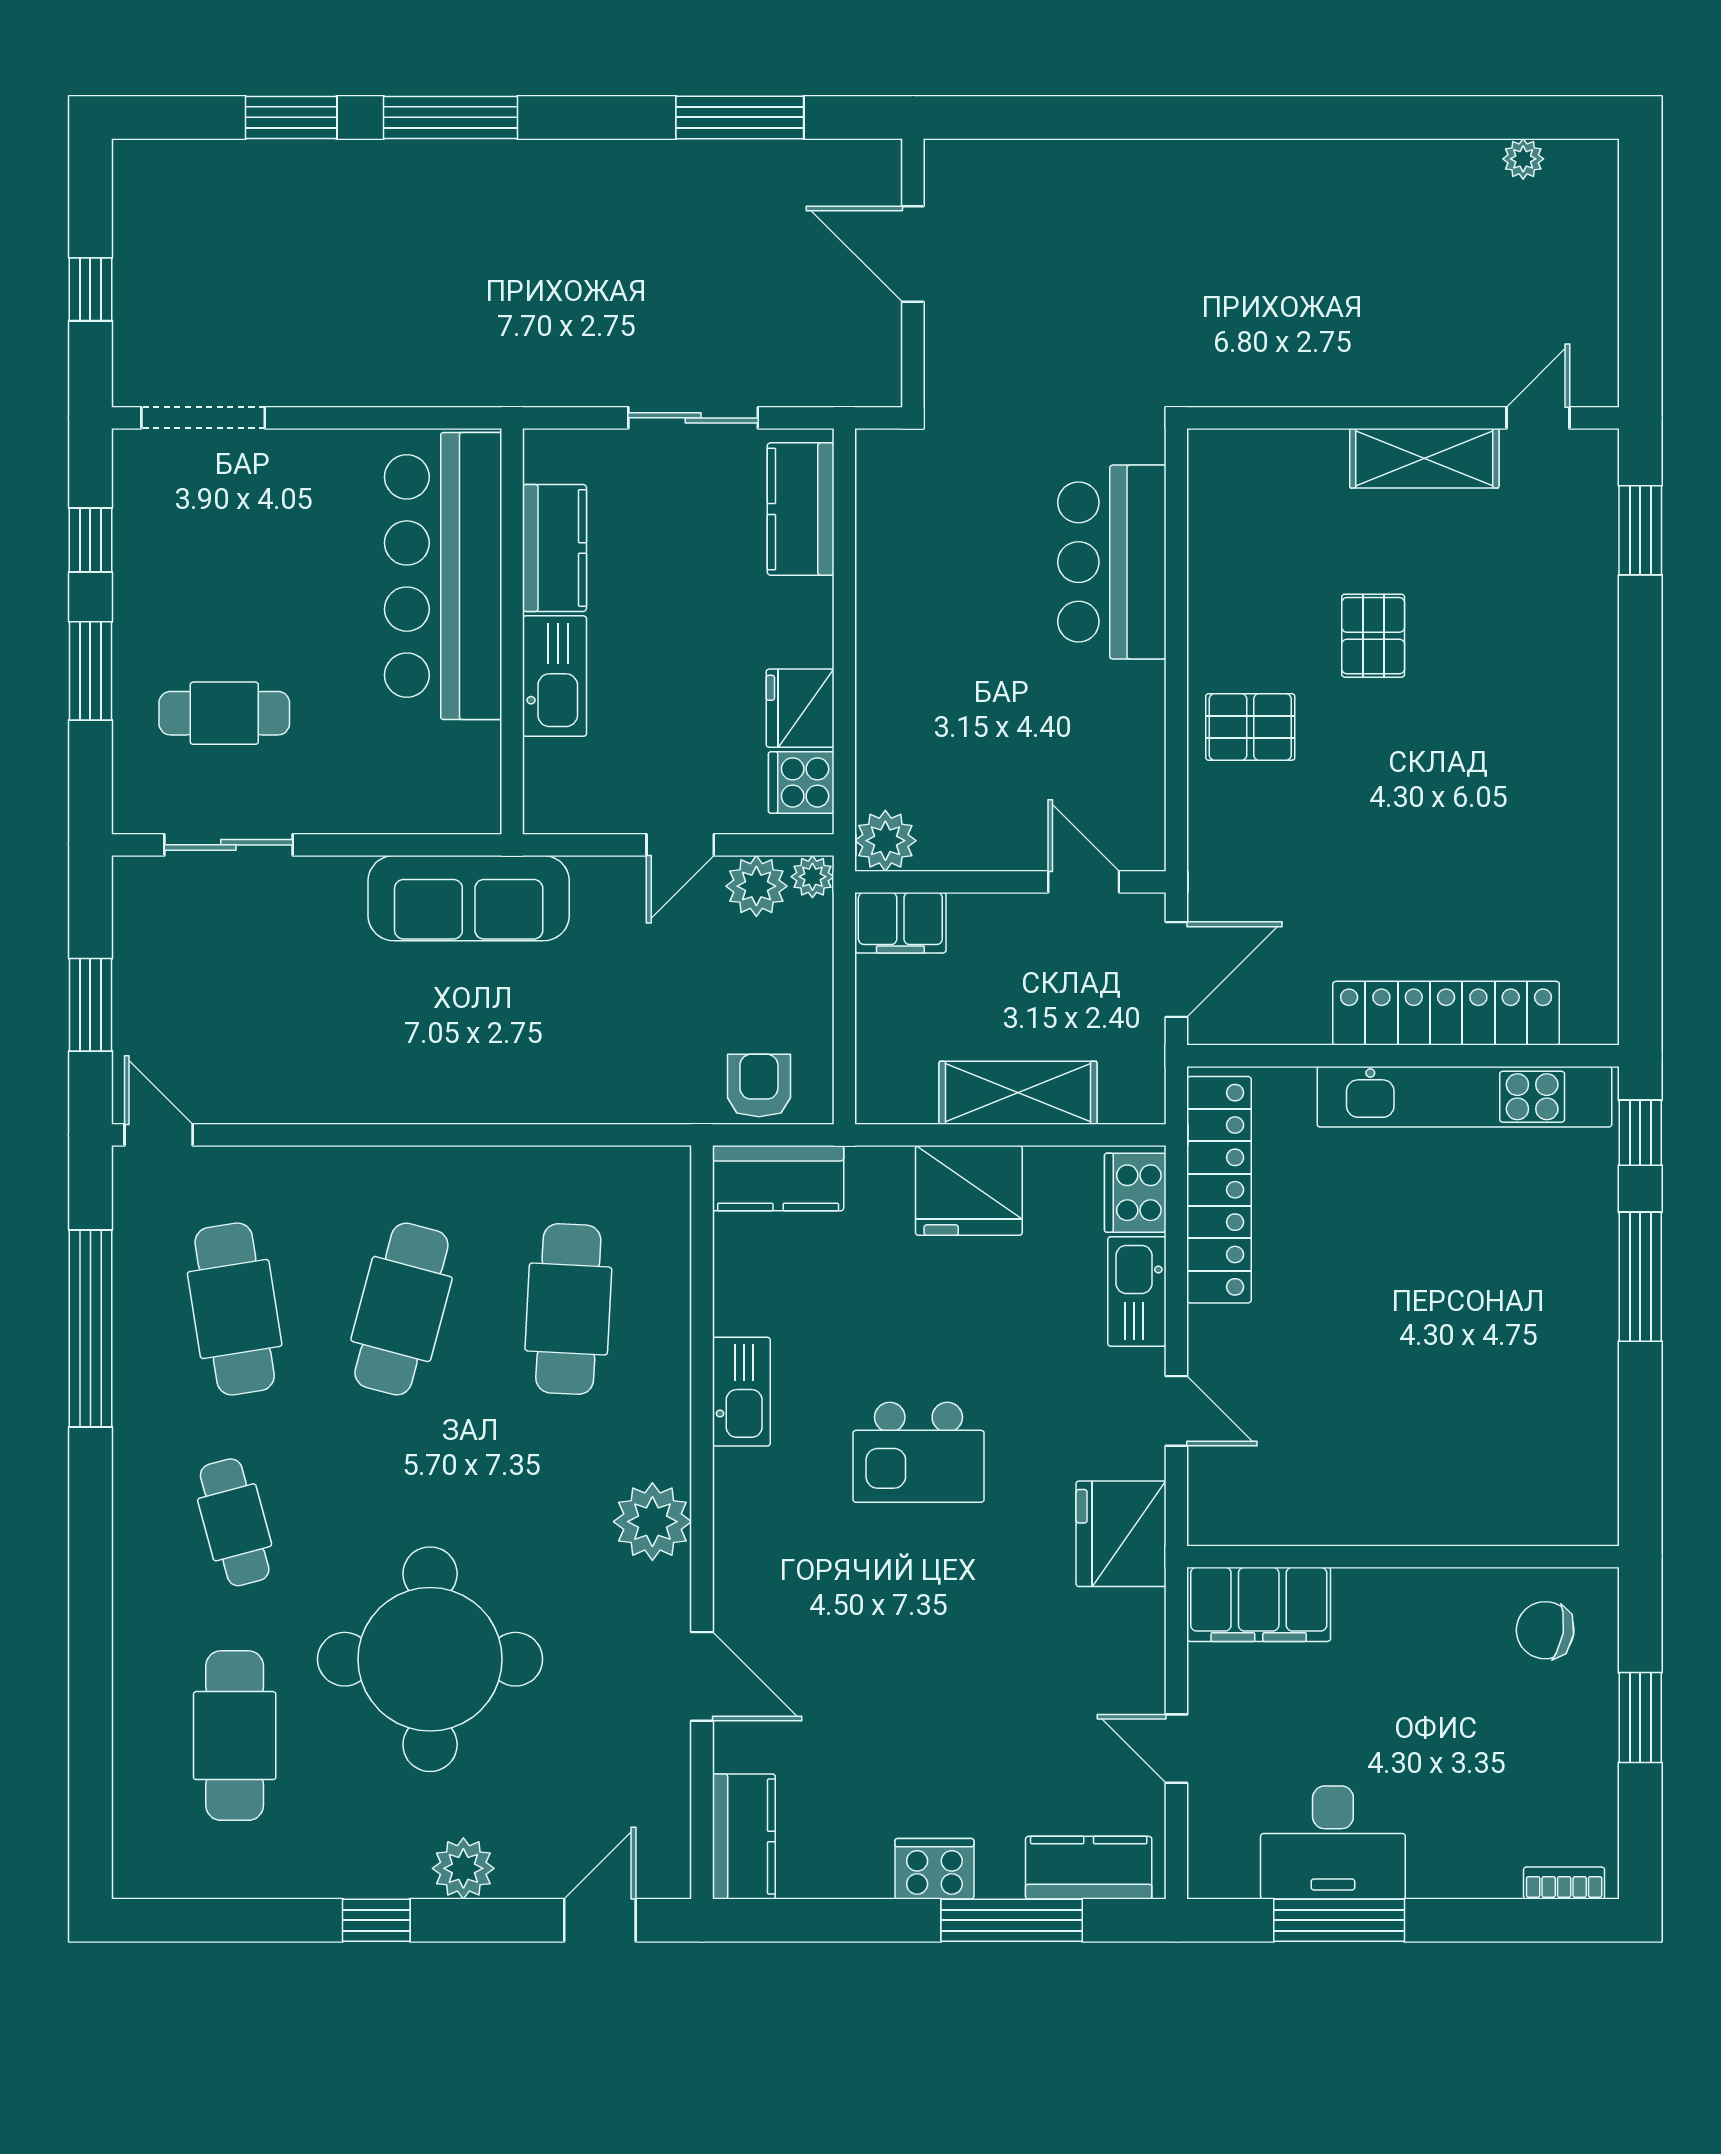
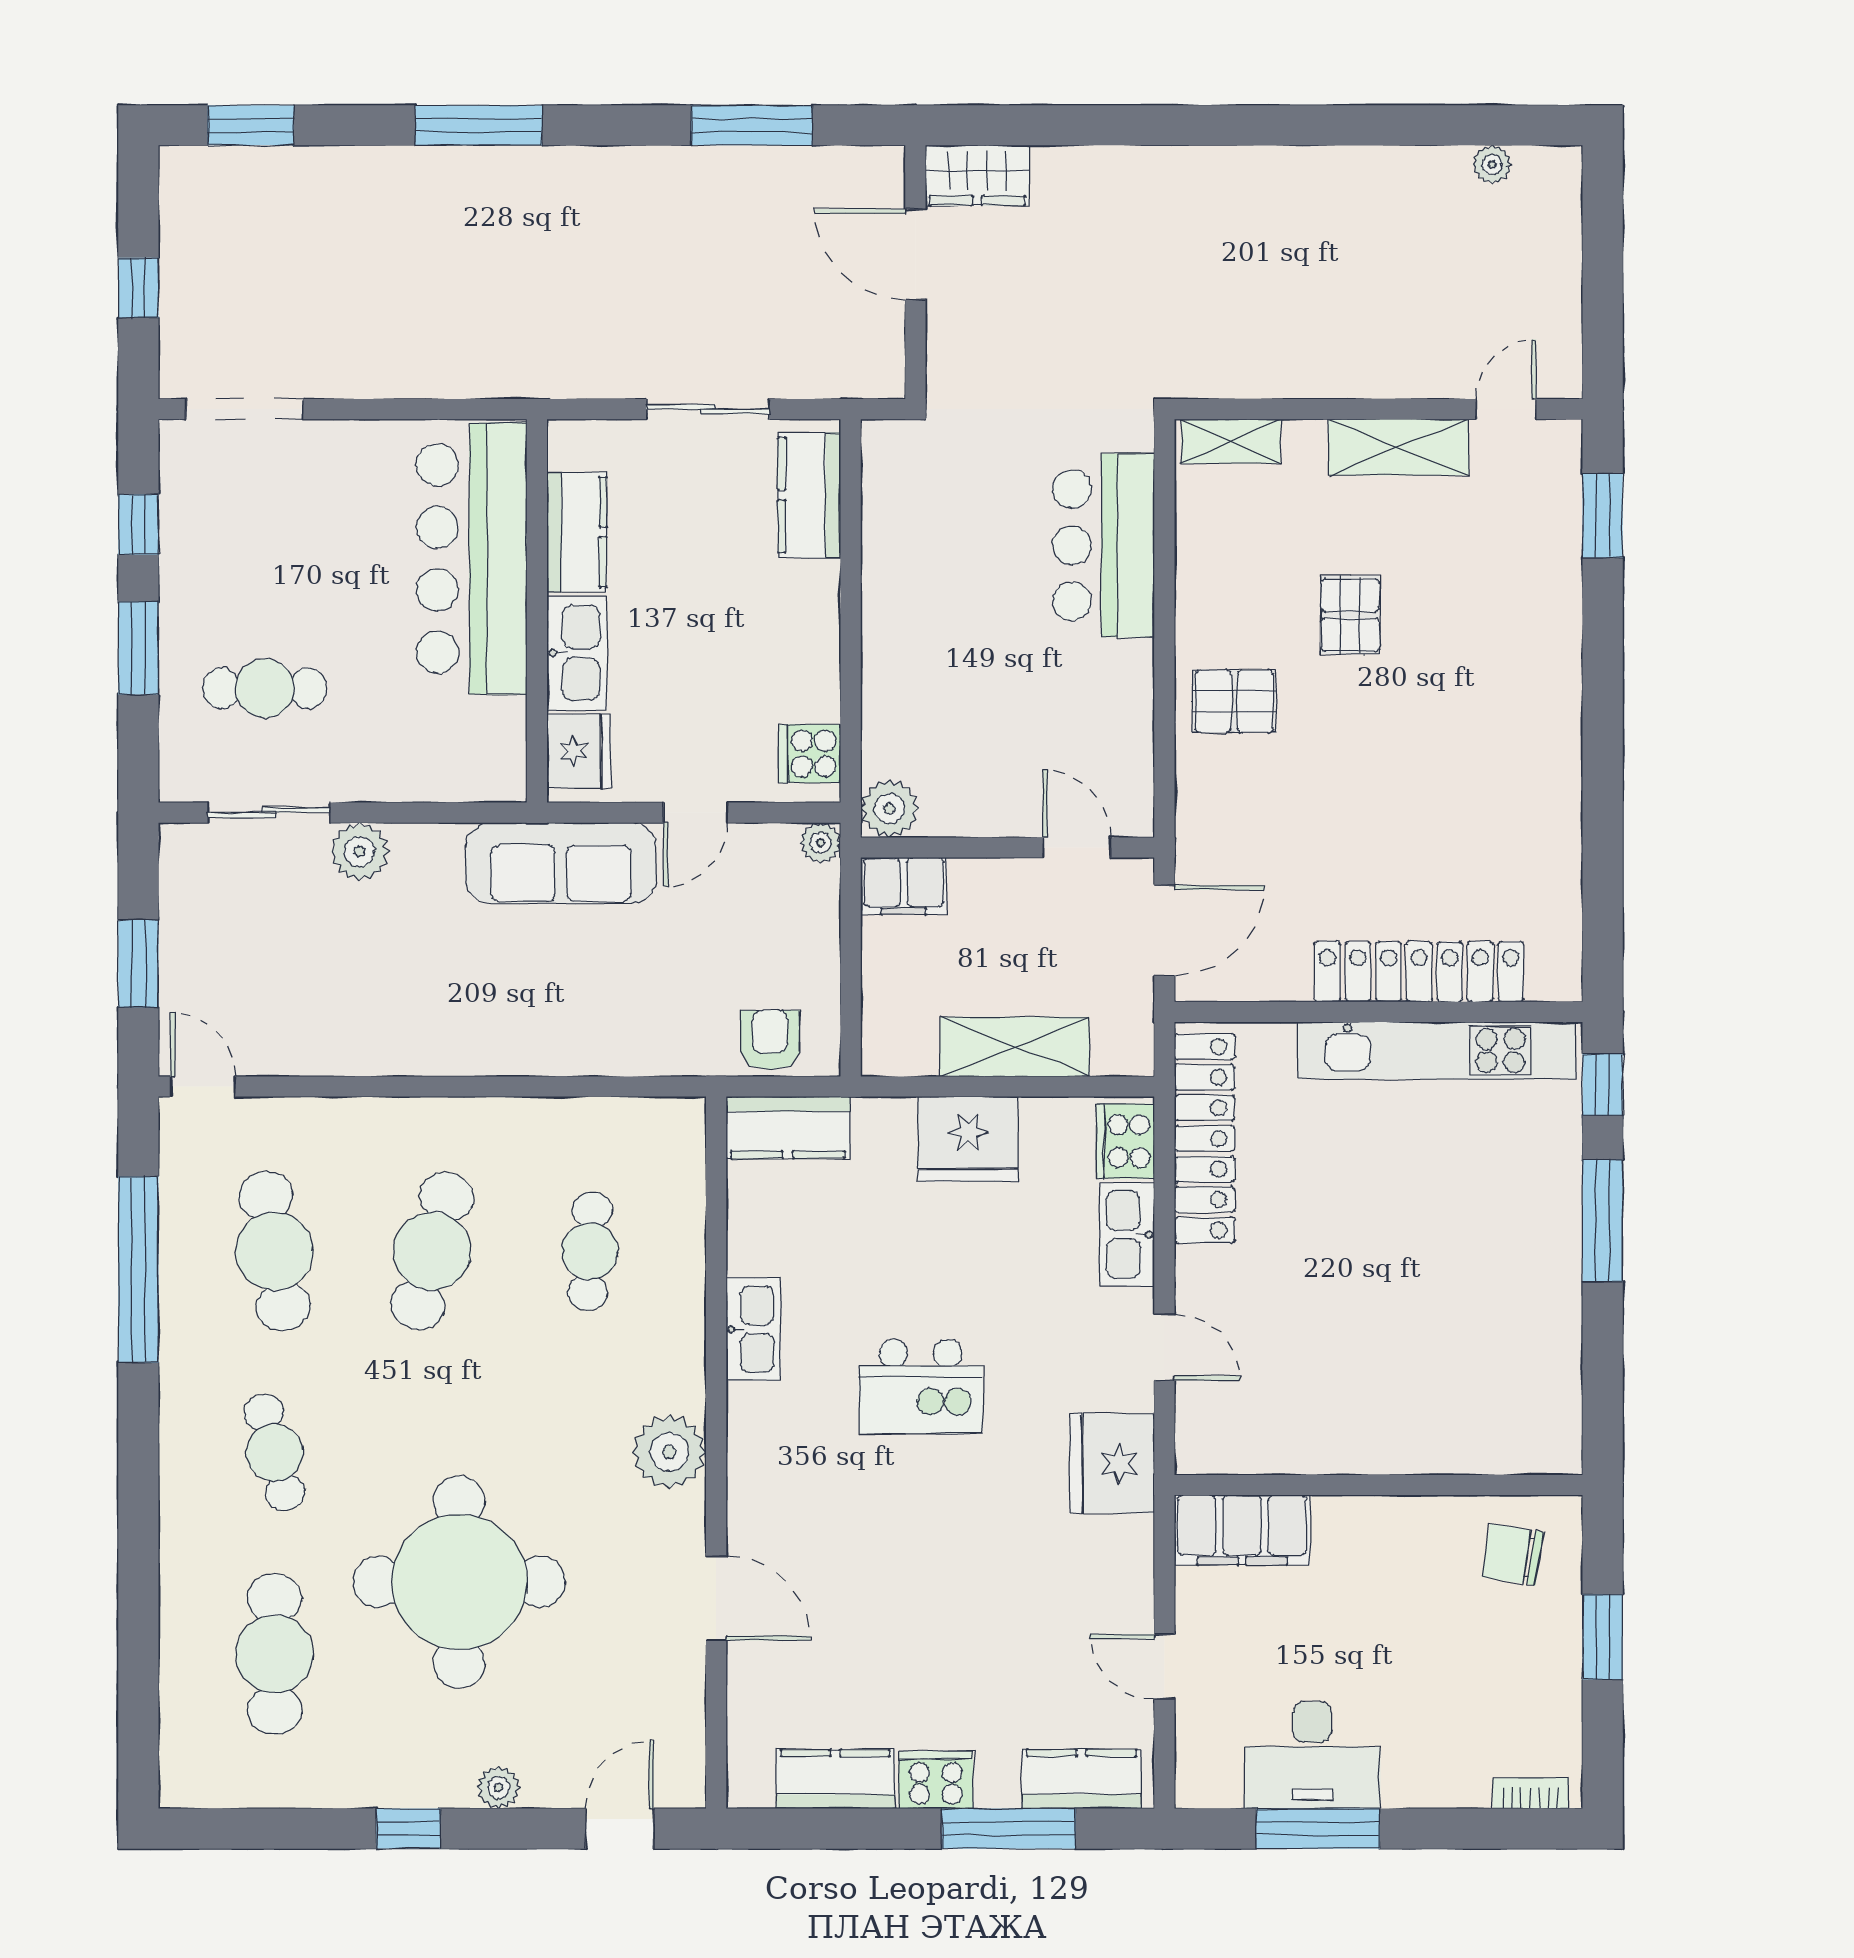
window: (291, 117) -> (251, 125), moved
wardrobe: (978, 170) -> (977, 175), added
shelving: (1247, 452) -> (1231, 441), added
fridge: (800, 708) -> (579, 751), moved, turned 180
plant: (756, 886) -> (359, 851), moved
sofa: (469, 898) -> (561, 863), moved
cafe table: (568, 1309) -> (590, 1251), width x0.73, depth x0.74
kitchen counter: (744, 1837) -> (835, 1779), moved, turned -90
plant: (463, 1868) -> (499, 1788), width x0.73, depth x0.73

